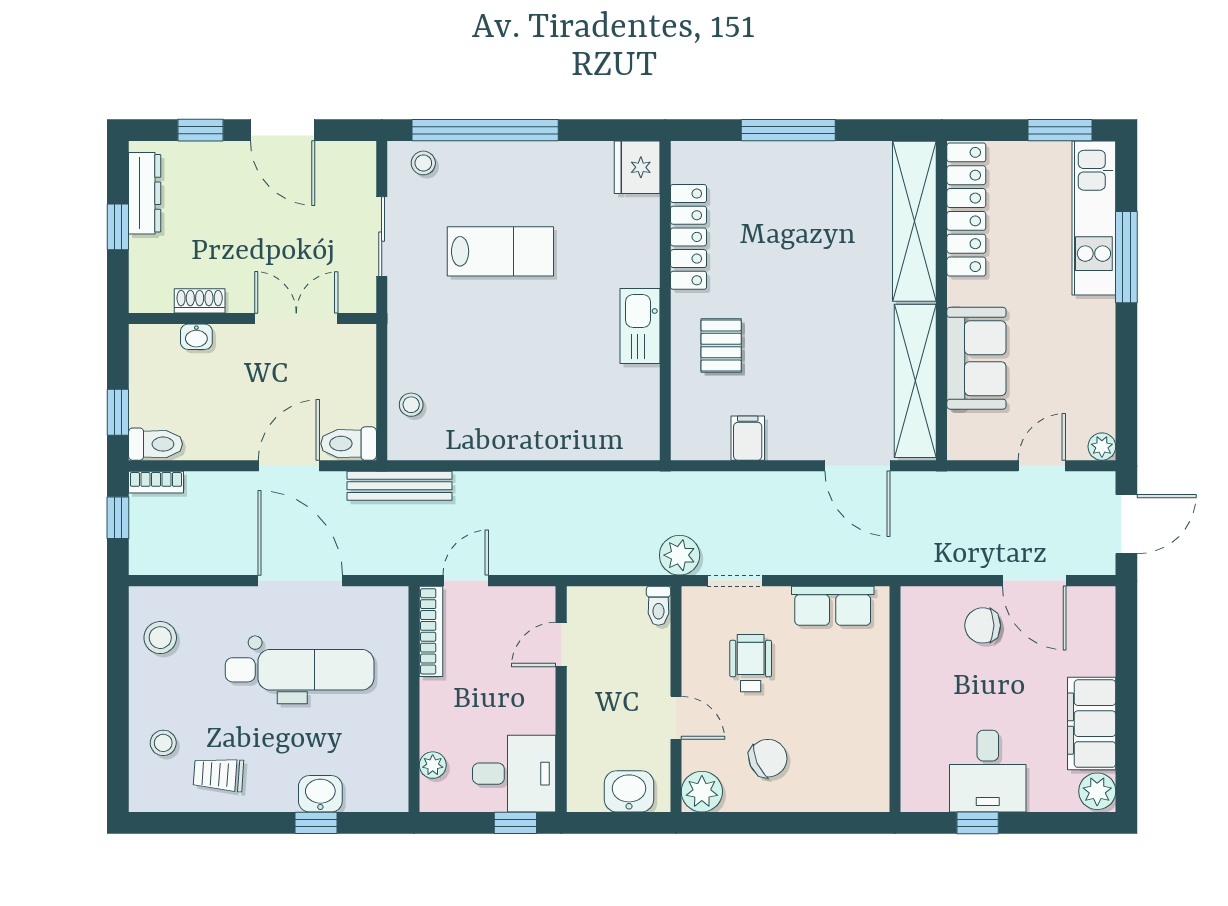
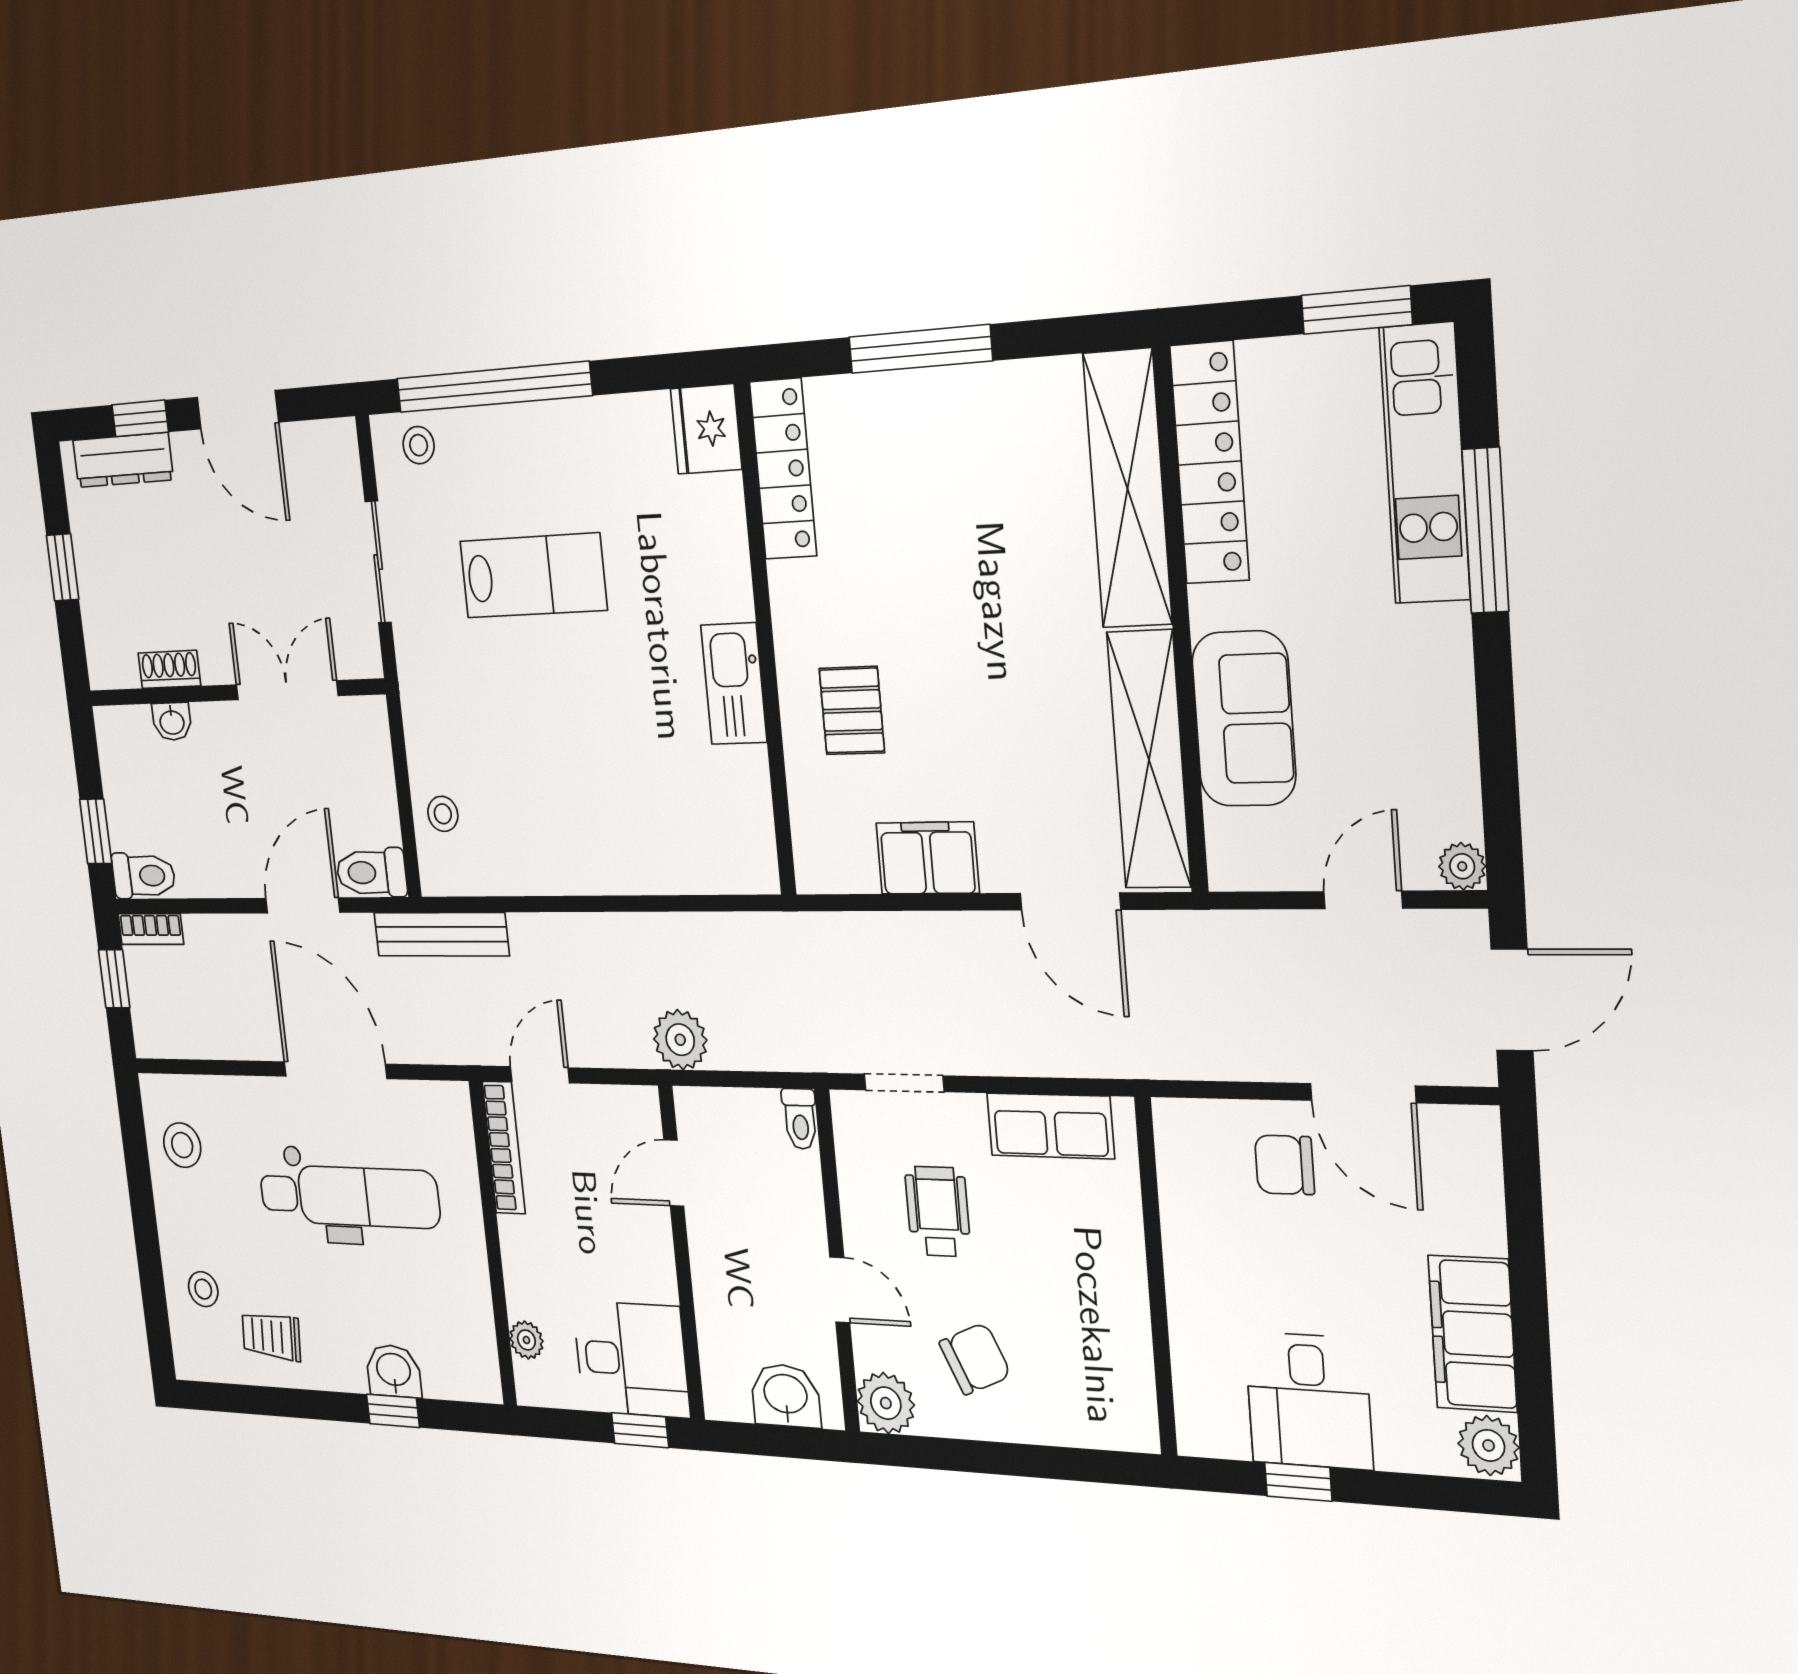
dresser: (145, 193) -> (123, 460), moved, turned 90
locker: (689, 237) -> (783, 469), moved
filing cabinet: (748, 438) -> (927, 858), width x2.00
plant: (680, 555) -> (680, 1040), moved

